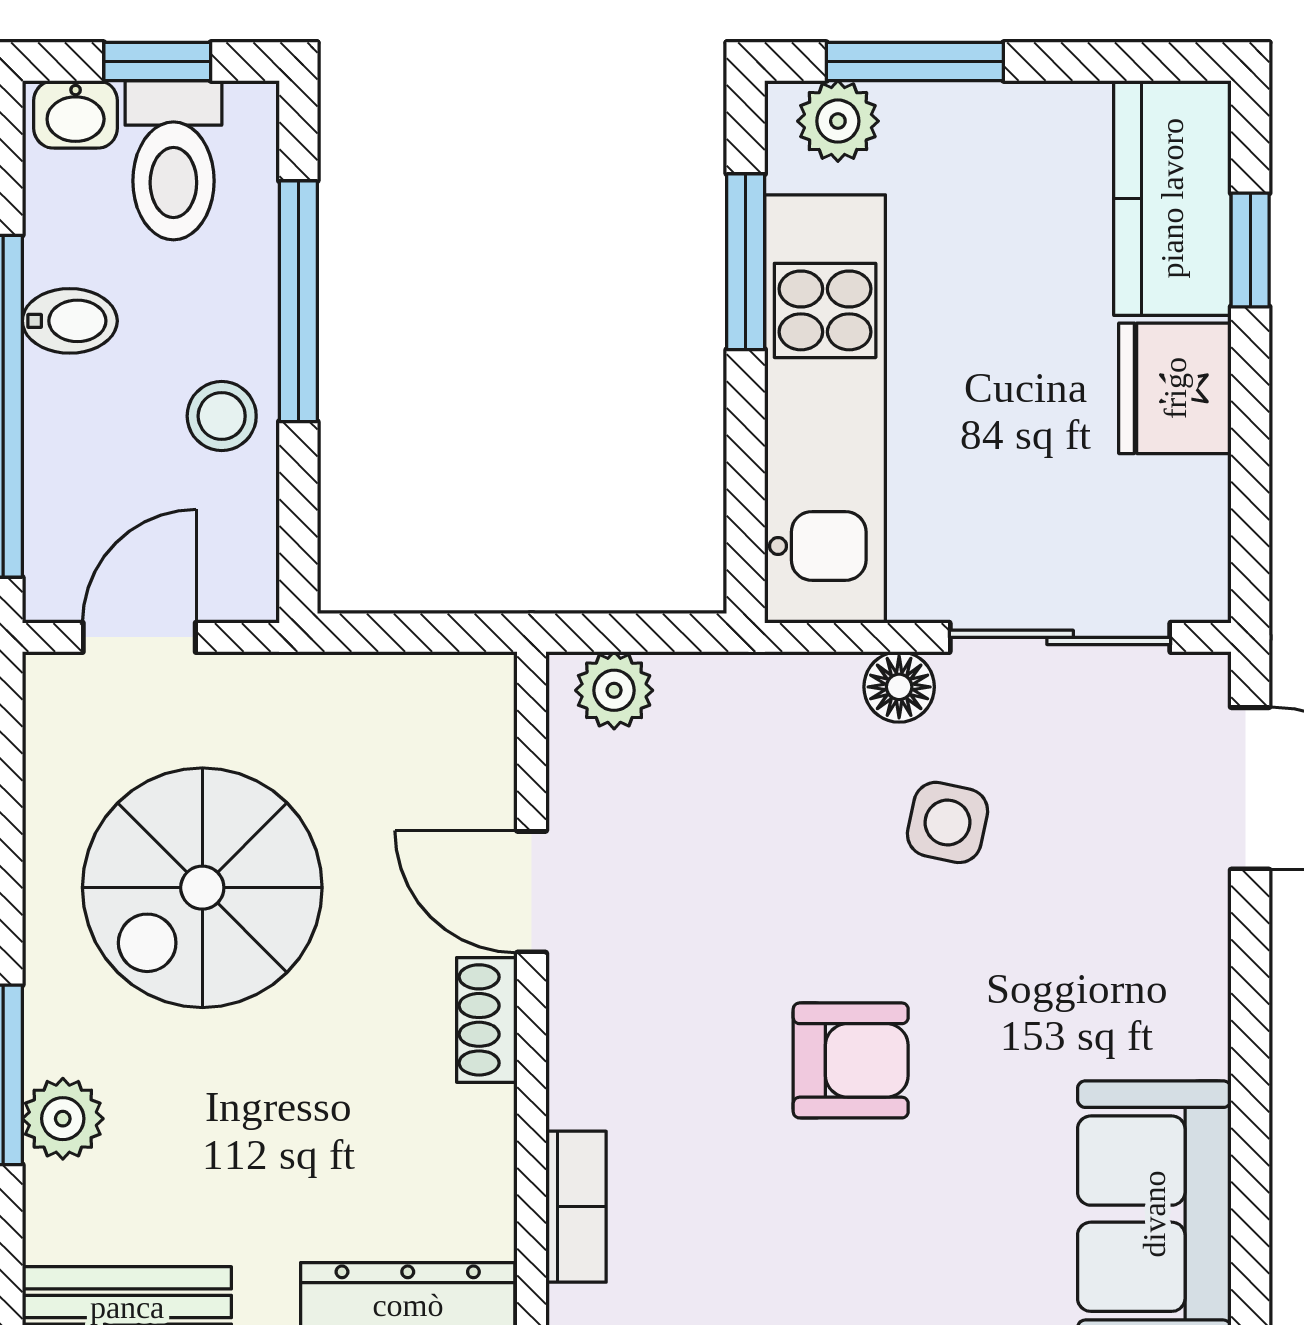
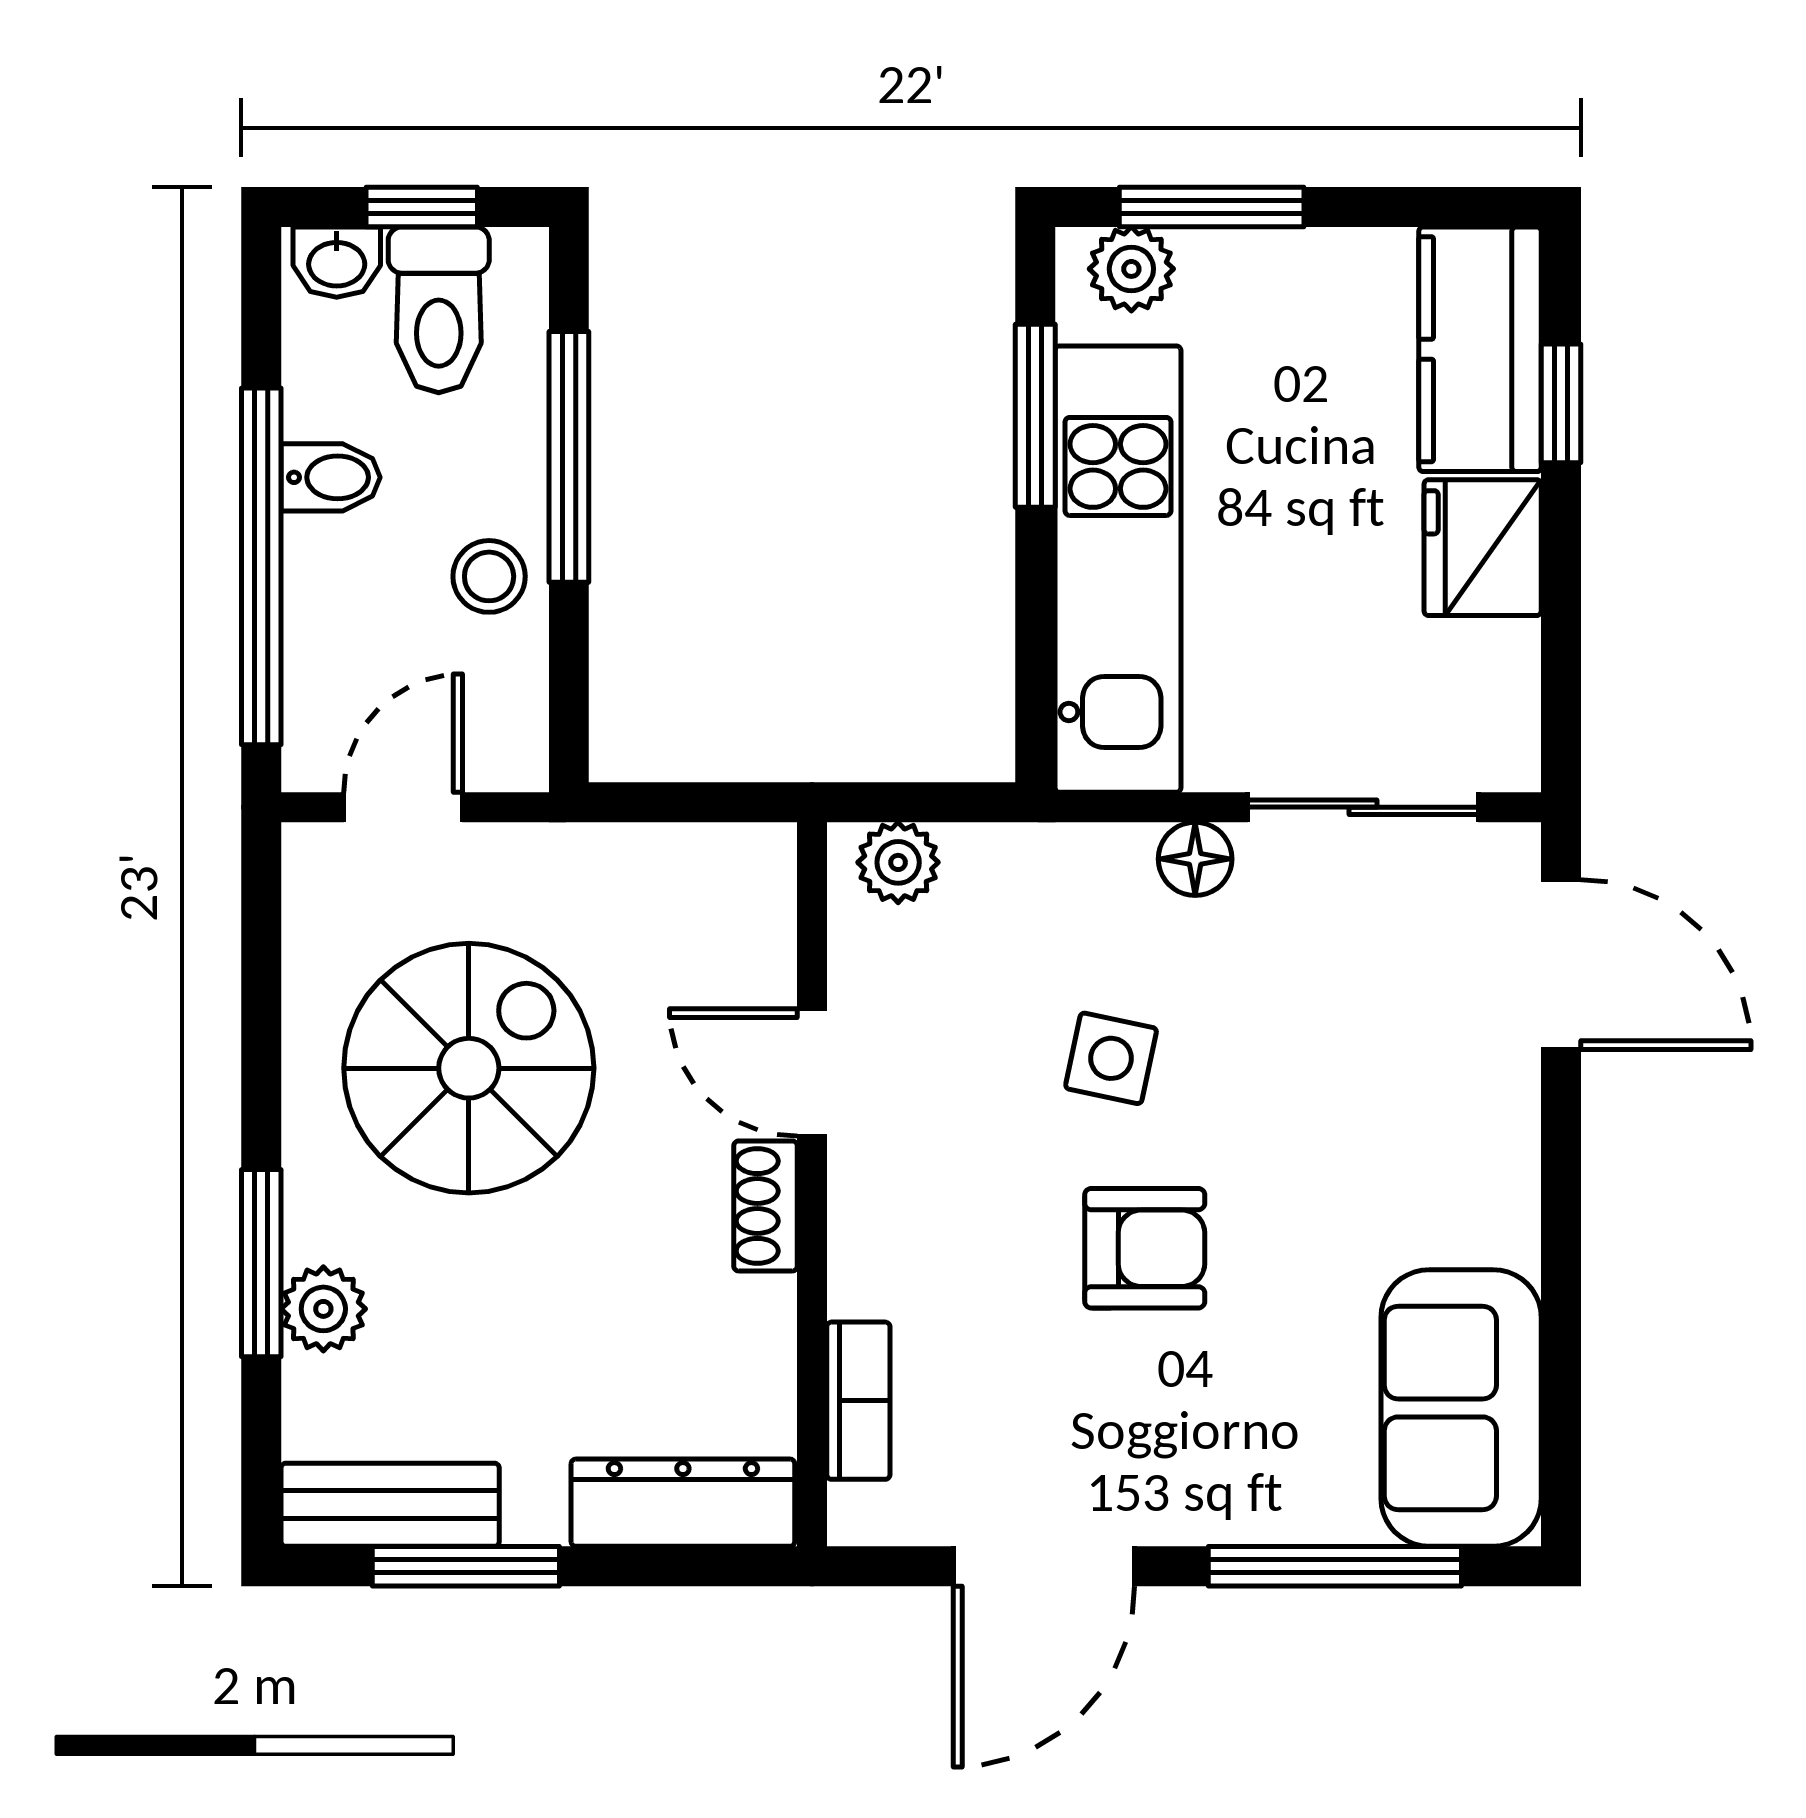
side table: (947, 822) -> (1111, 1058), moved
spiral stairs: (202, 888) -> (469, 1068), turned 180

